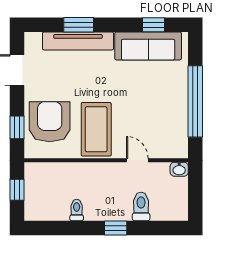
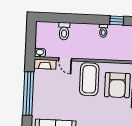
fireplace: (170, 151) -> (45, 64), added
window: (116, 228) -> (117, 20), moved

